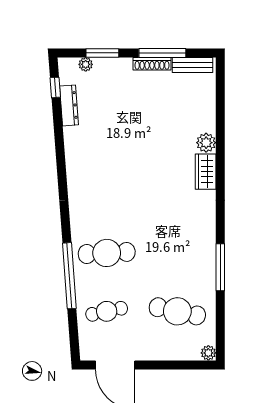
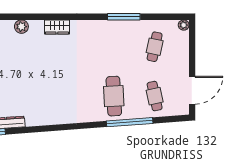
plant: (206, 143) -> (21, 27), moved
cafe table: (177, 311) -> (155, 47), width x0.73, depth x0.74

